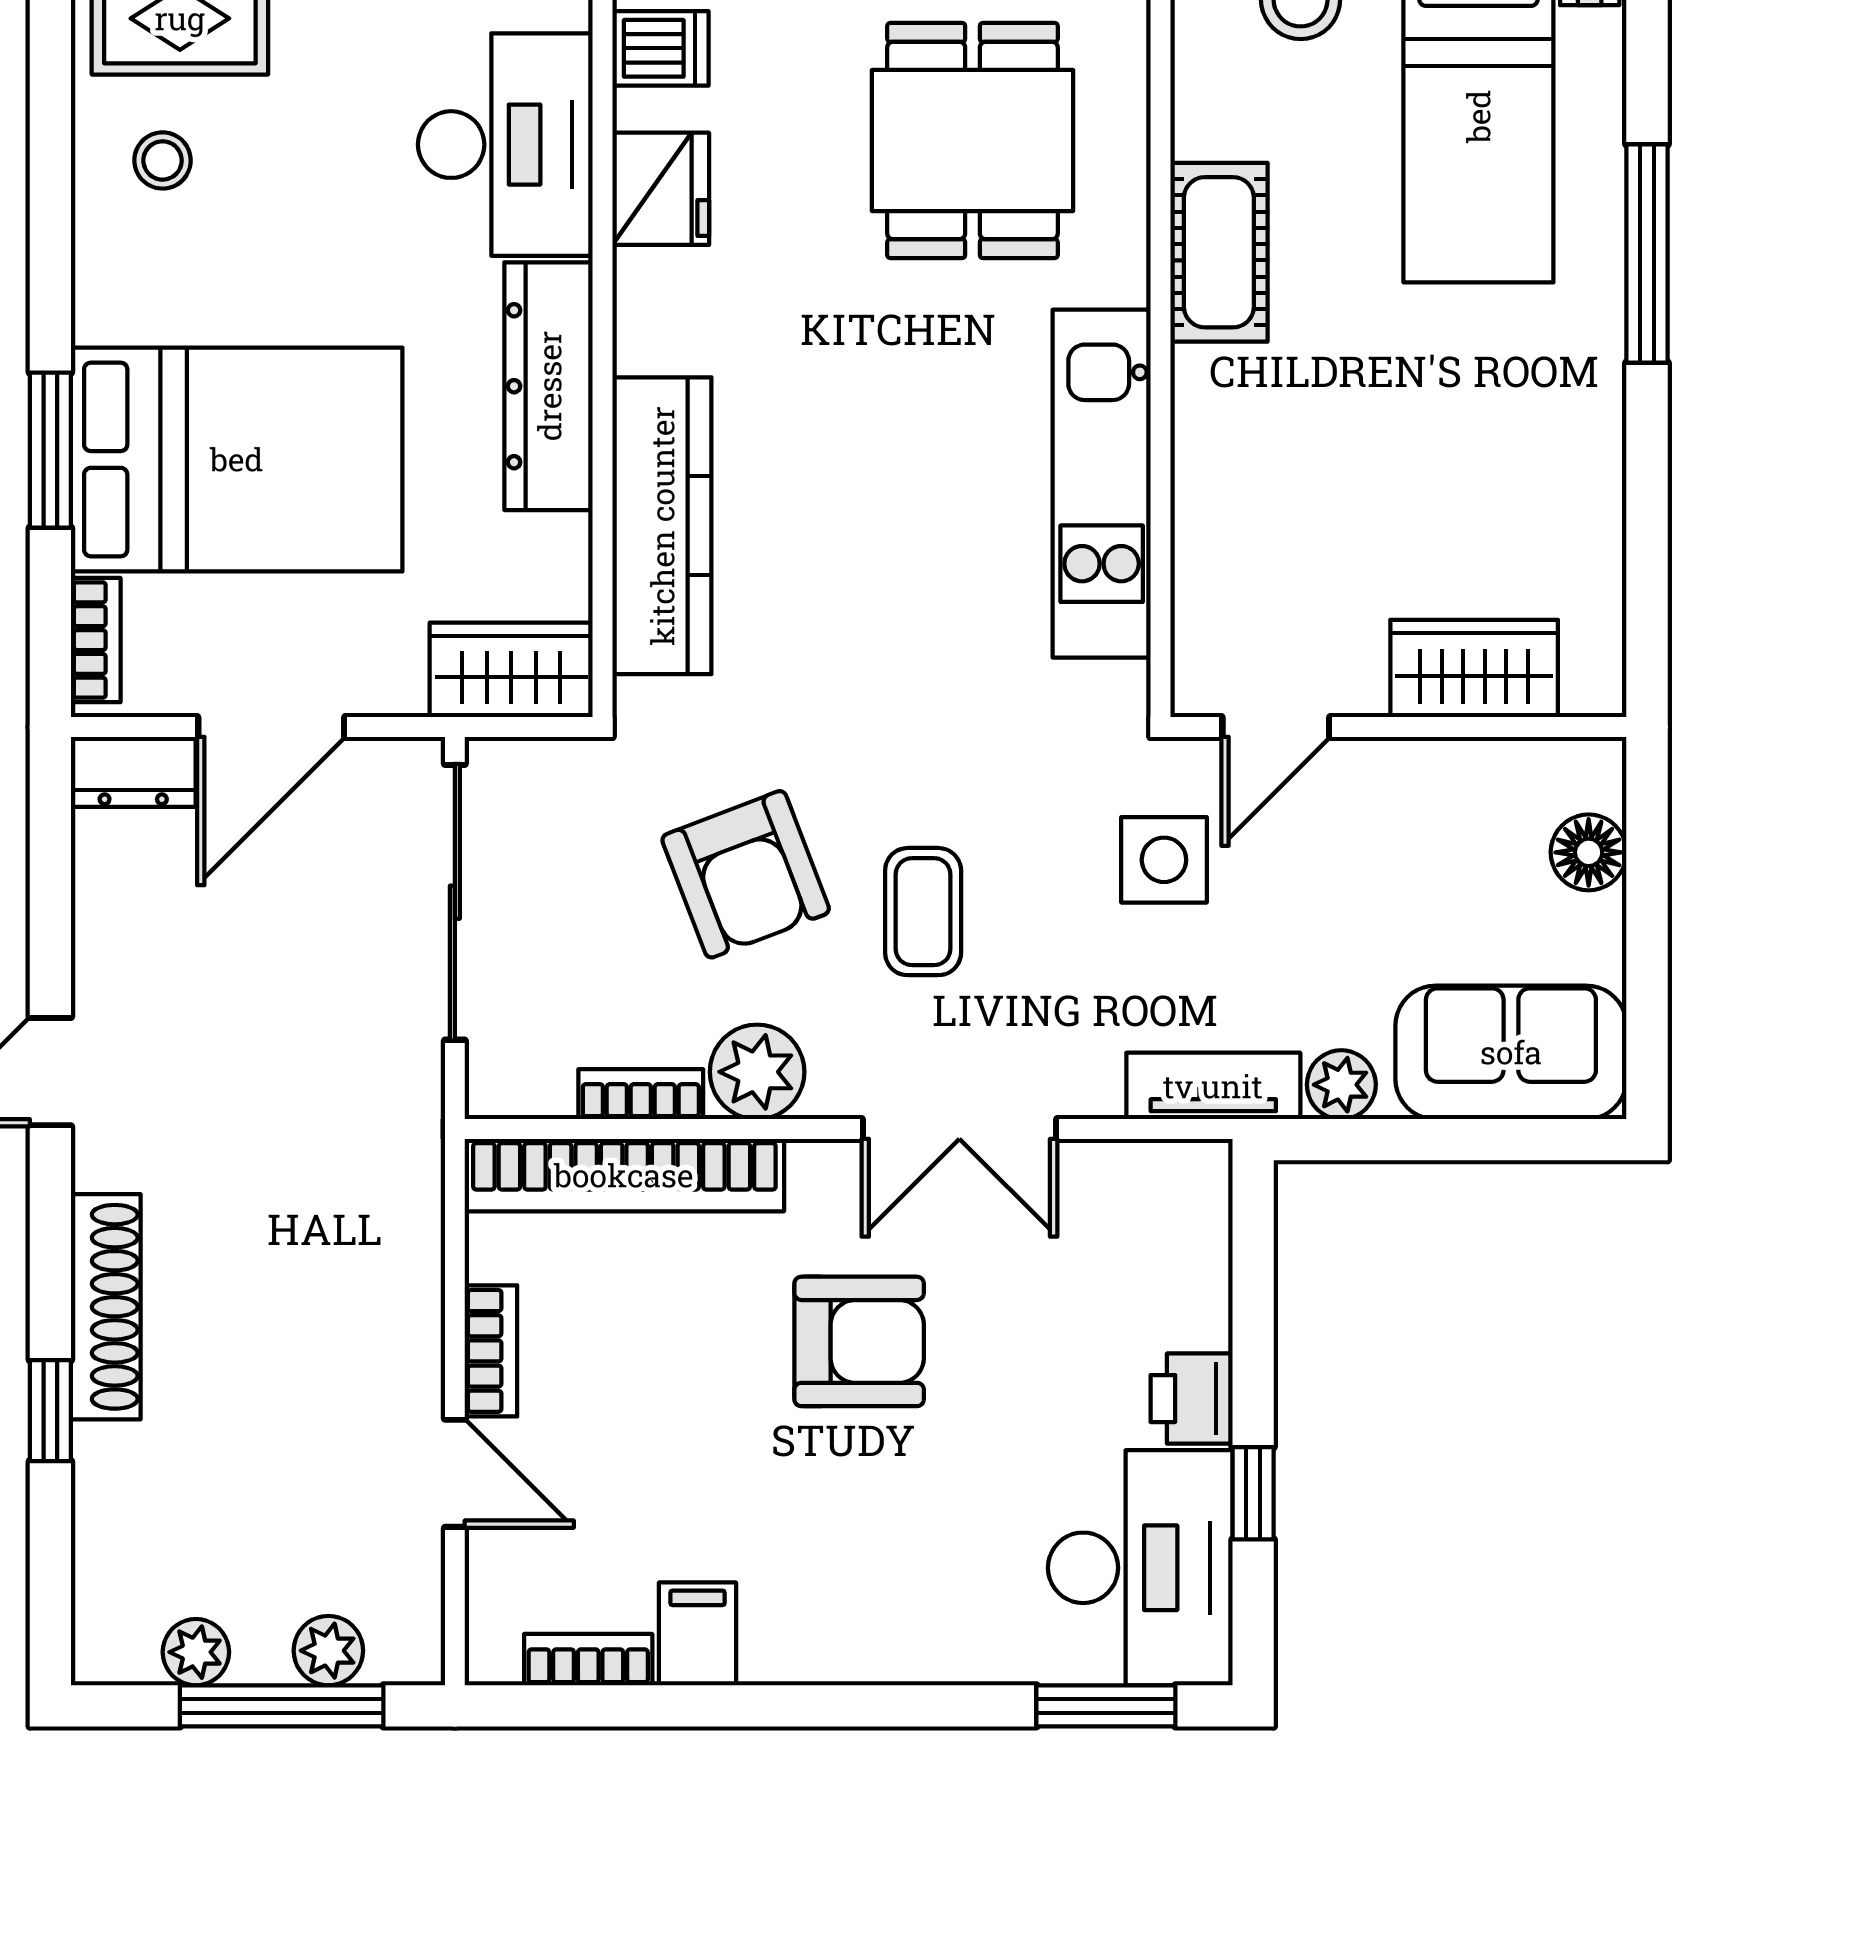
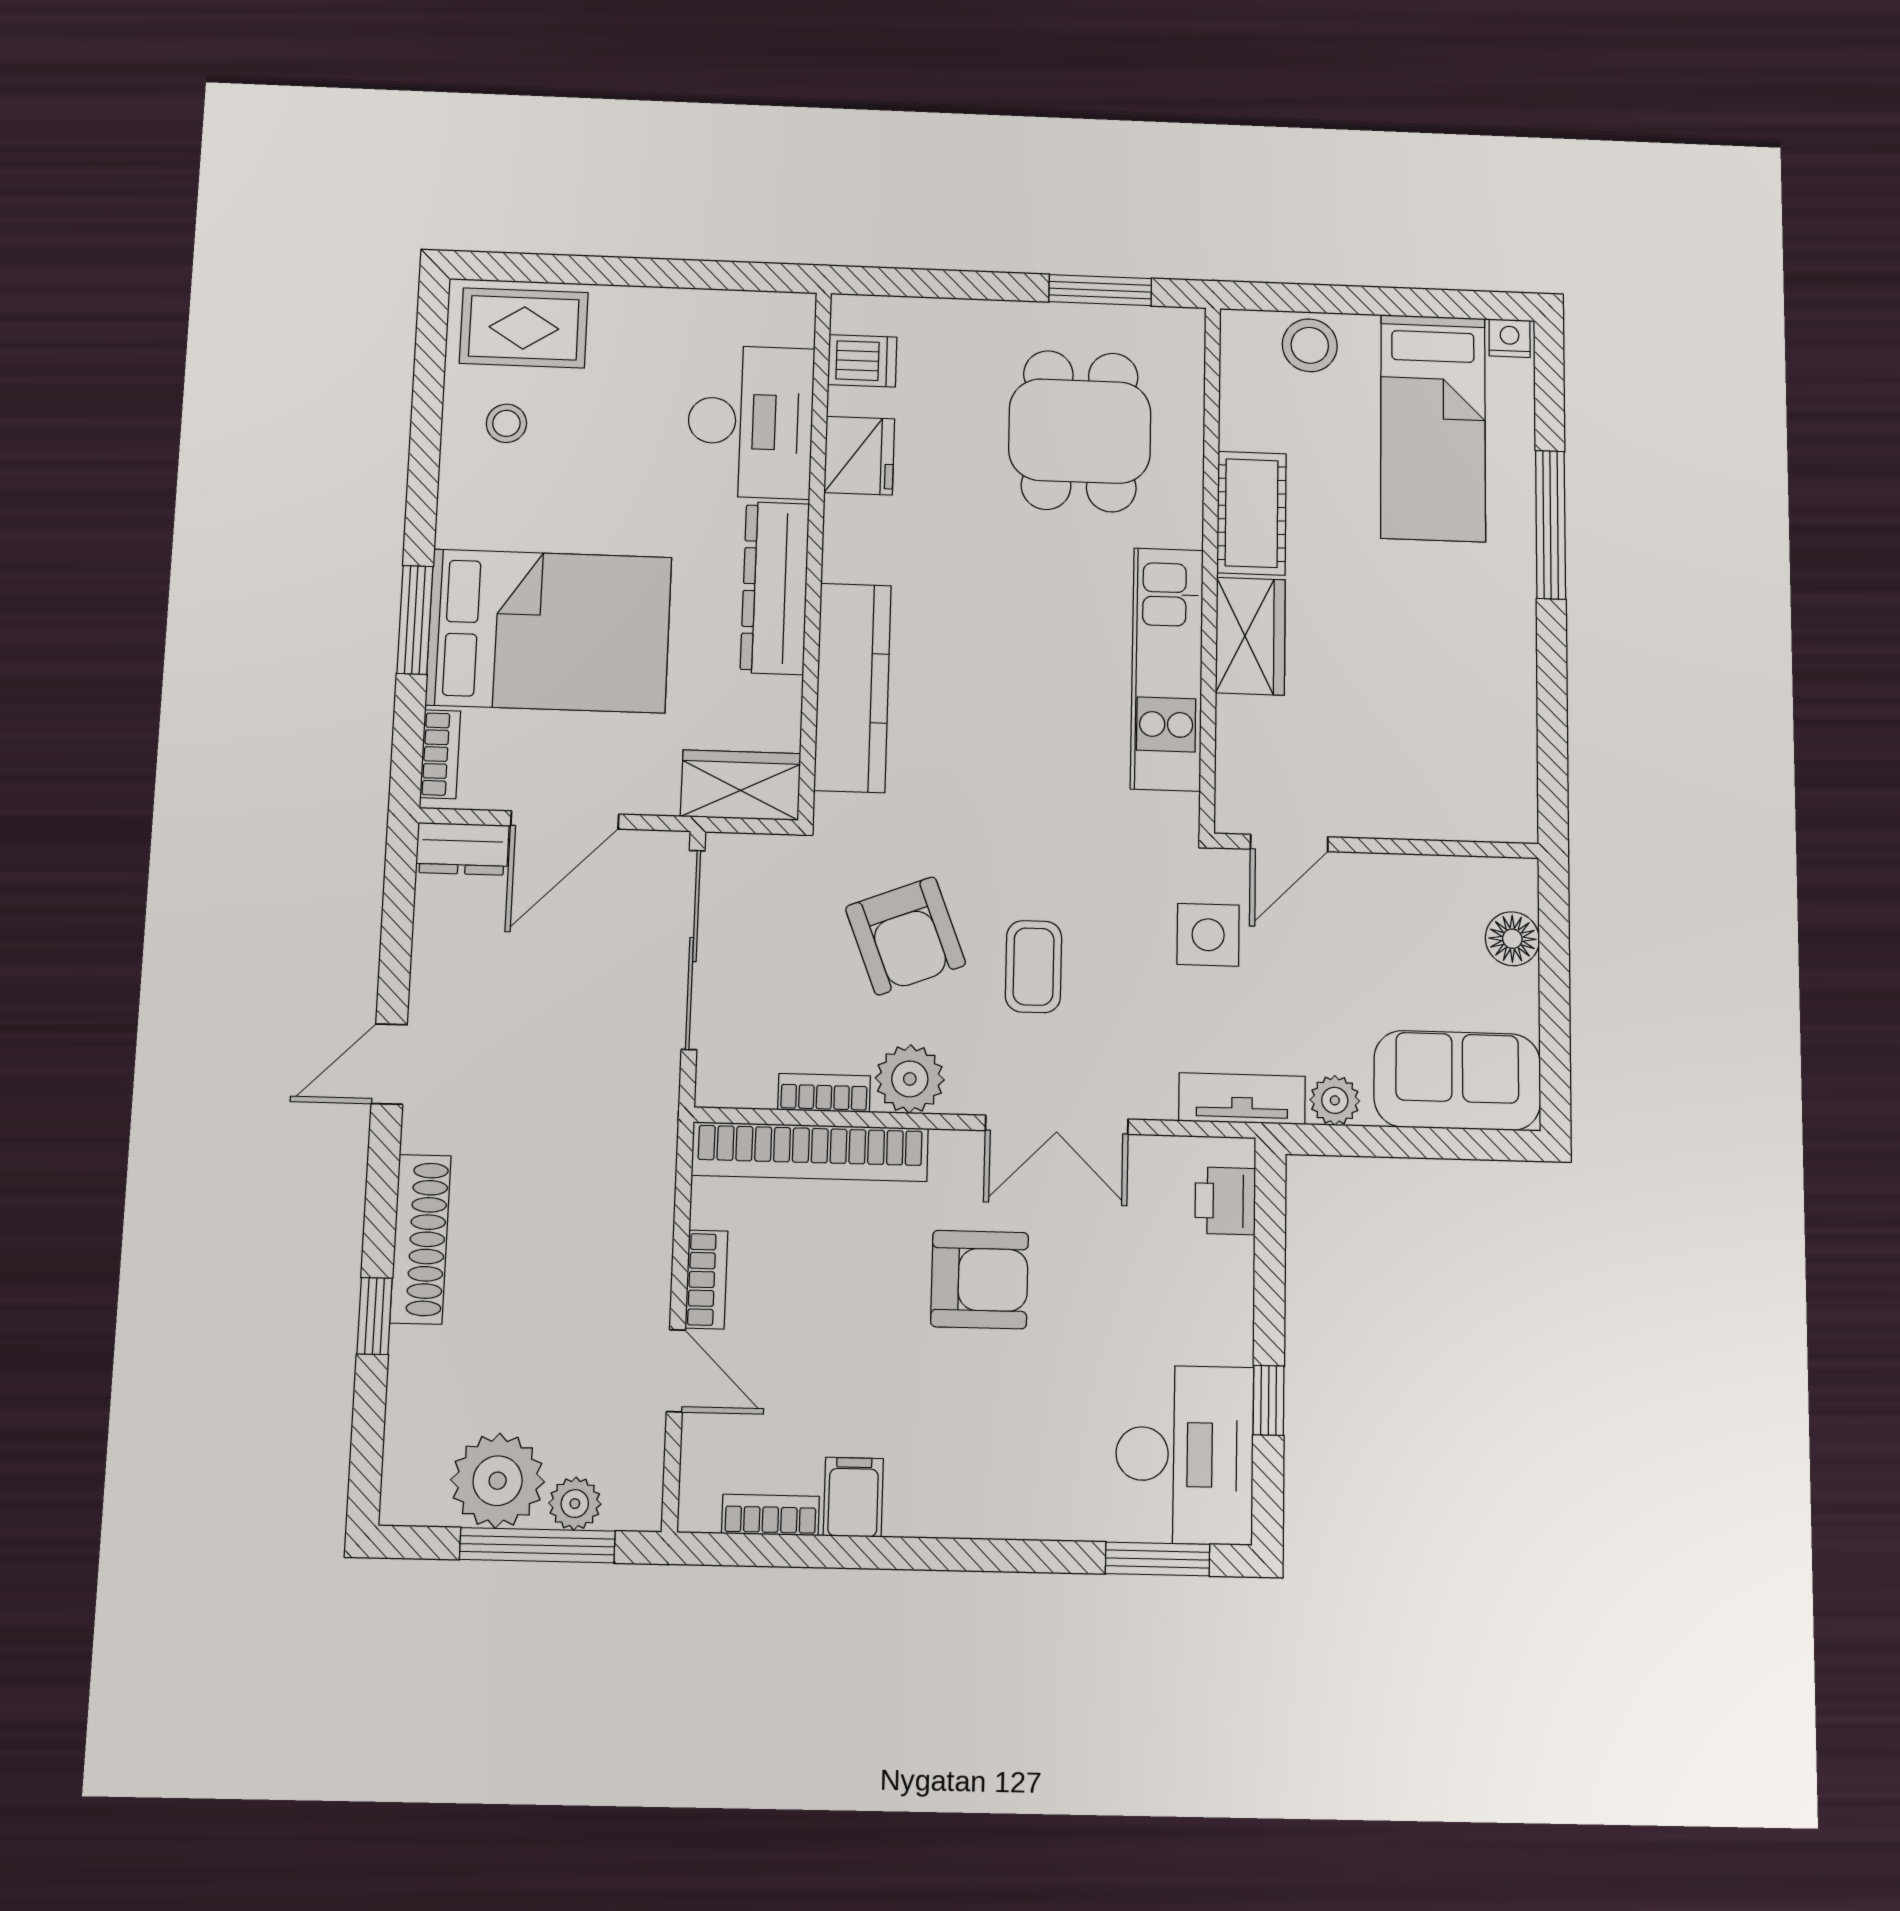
wardrobe: (1474, 668) -> (1250, 636), moved, turned 90
printer: (1192, 1399) -> (1225, 1201), moved
plant: (196, 1652) -> (498, 1481), width x1.88, depth x1.88

